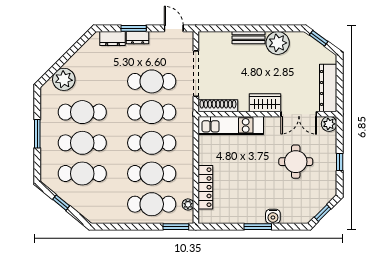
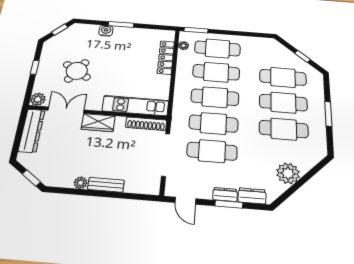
plant: (278, 43) -> (81, 183), width x0.53, depth x0.53
plant: (64, 79) -> (288, 173), moved
round table: (296, 162) -> (77, 71), turned 32

